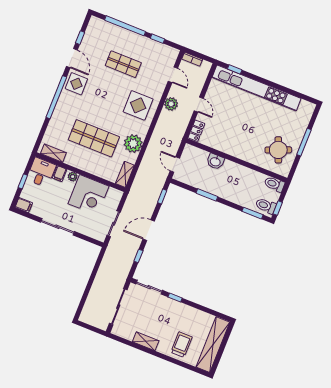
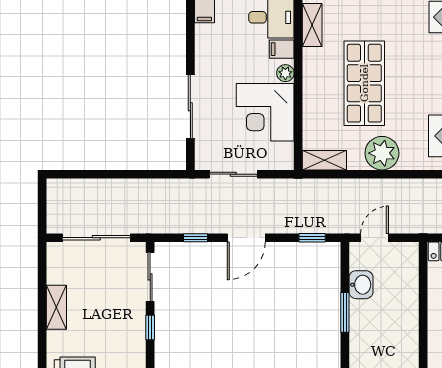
washbasin: (215, 161) -> (361, 285), moved, turned 180
sliding door: (57, 227) -> (190, 107), moved
door: (149, 230) -> (246, 238), swing flipped

